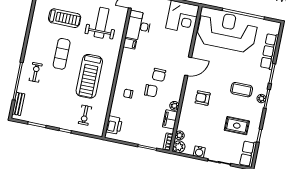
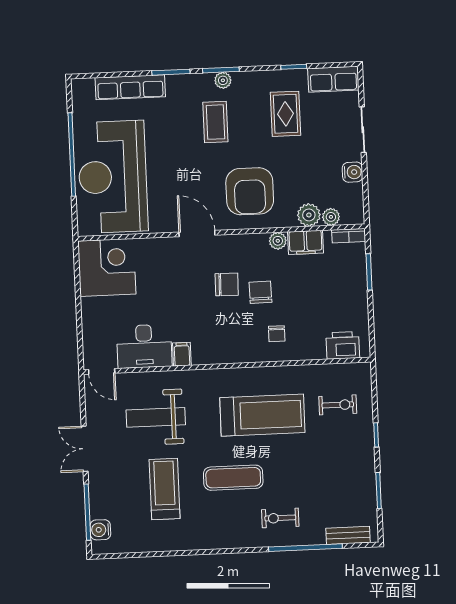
armchair: (203, 98) -> (250, 191), width x1.88, depth x1.88
plant: (179, 147) -> (309, 215), moved

